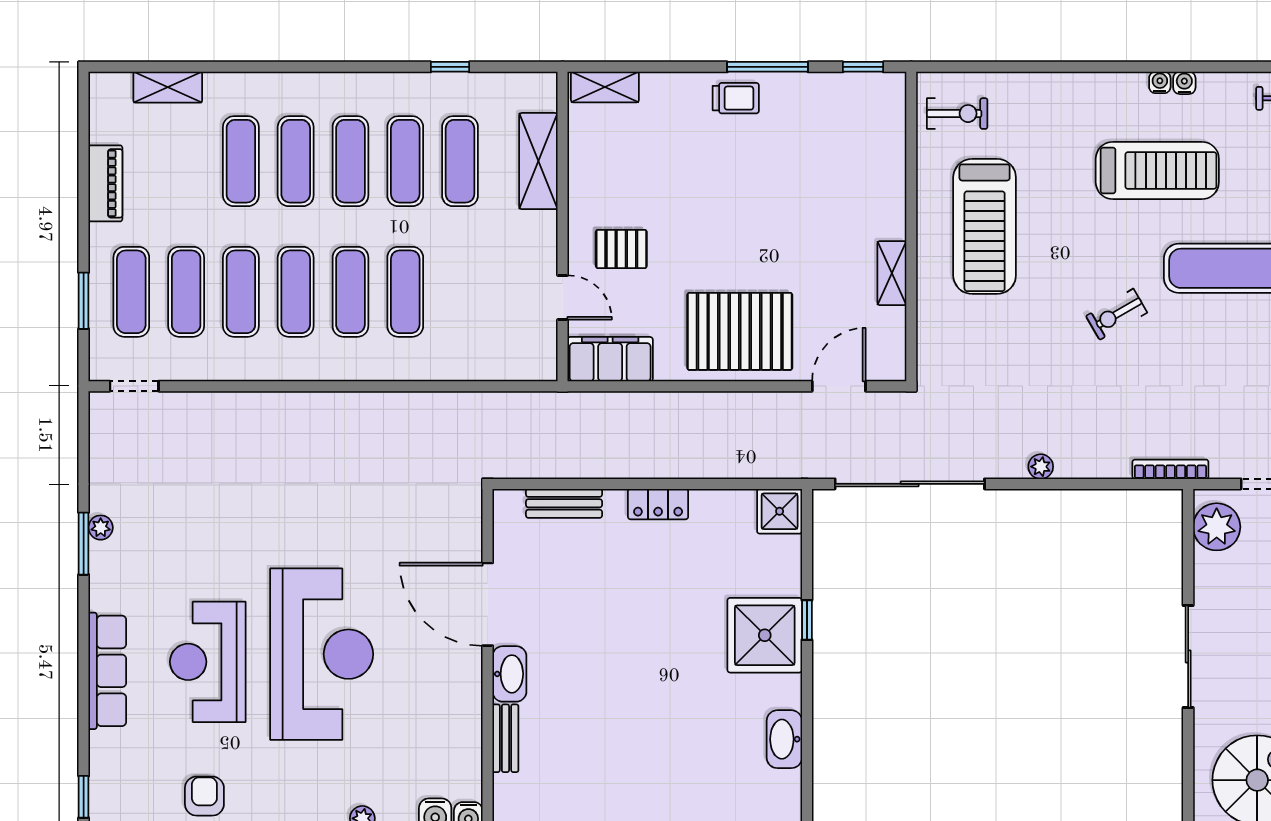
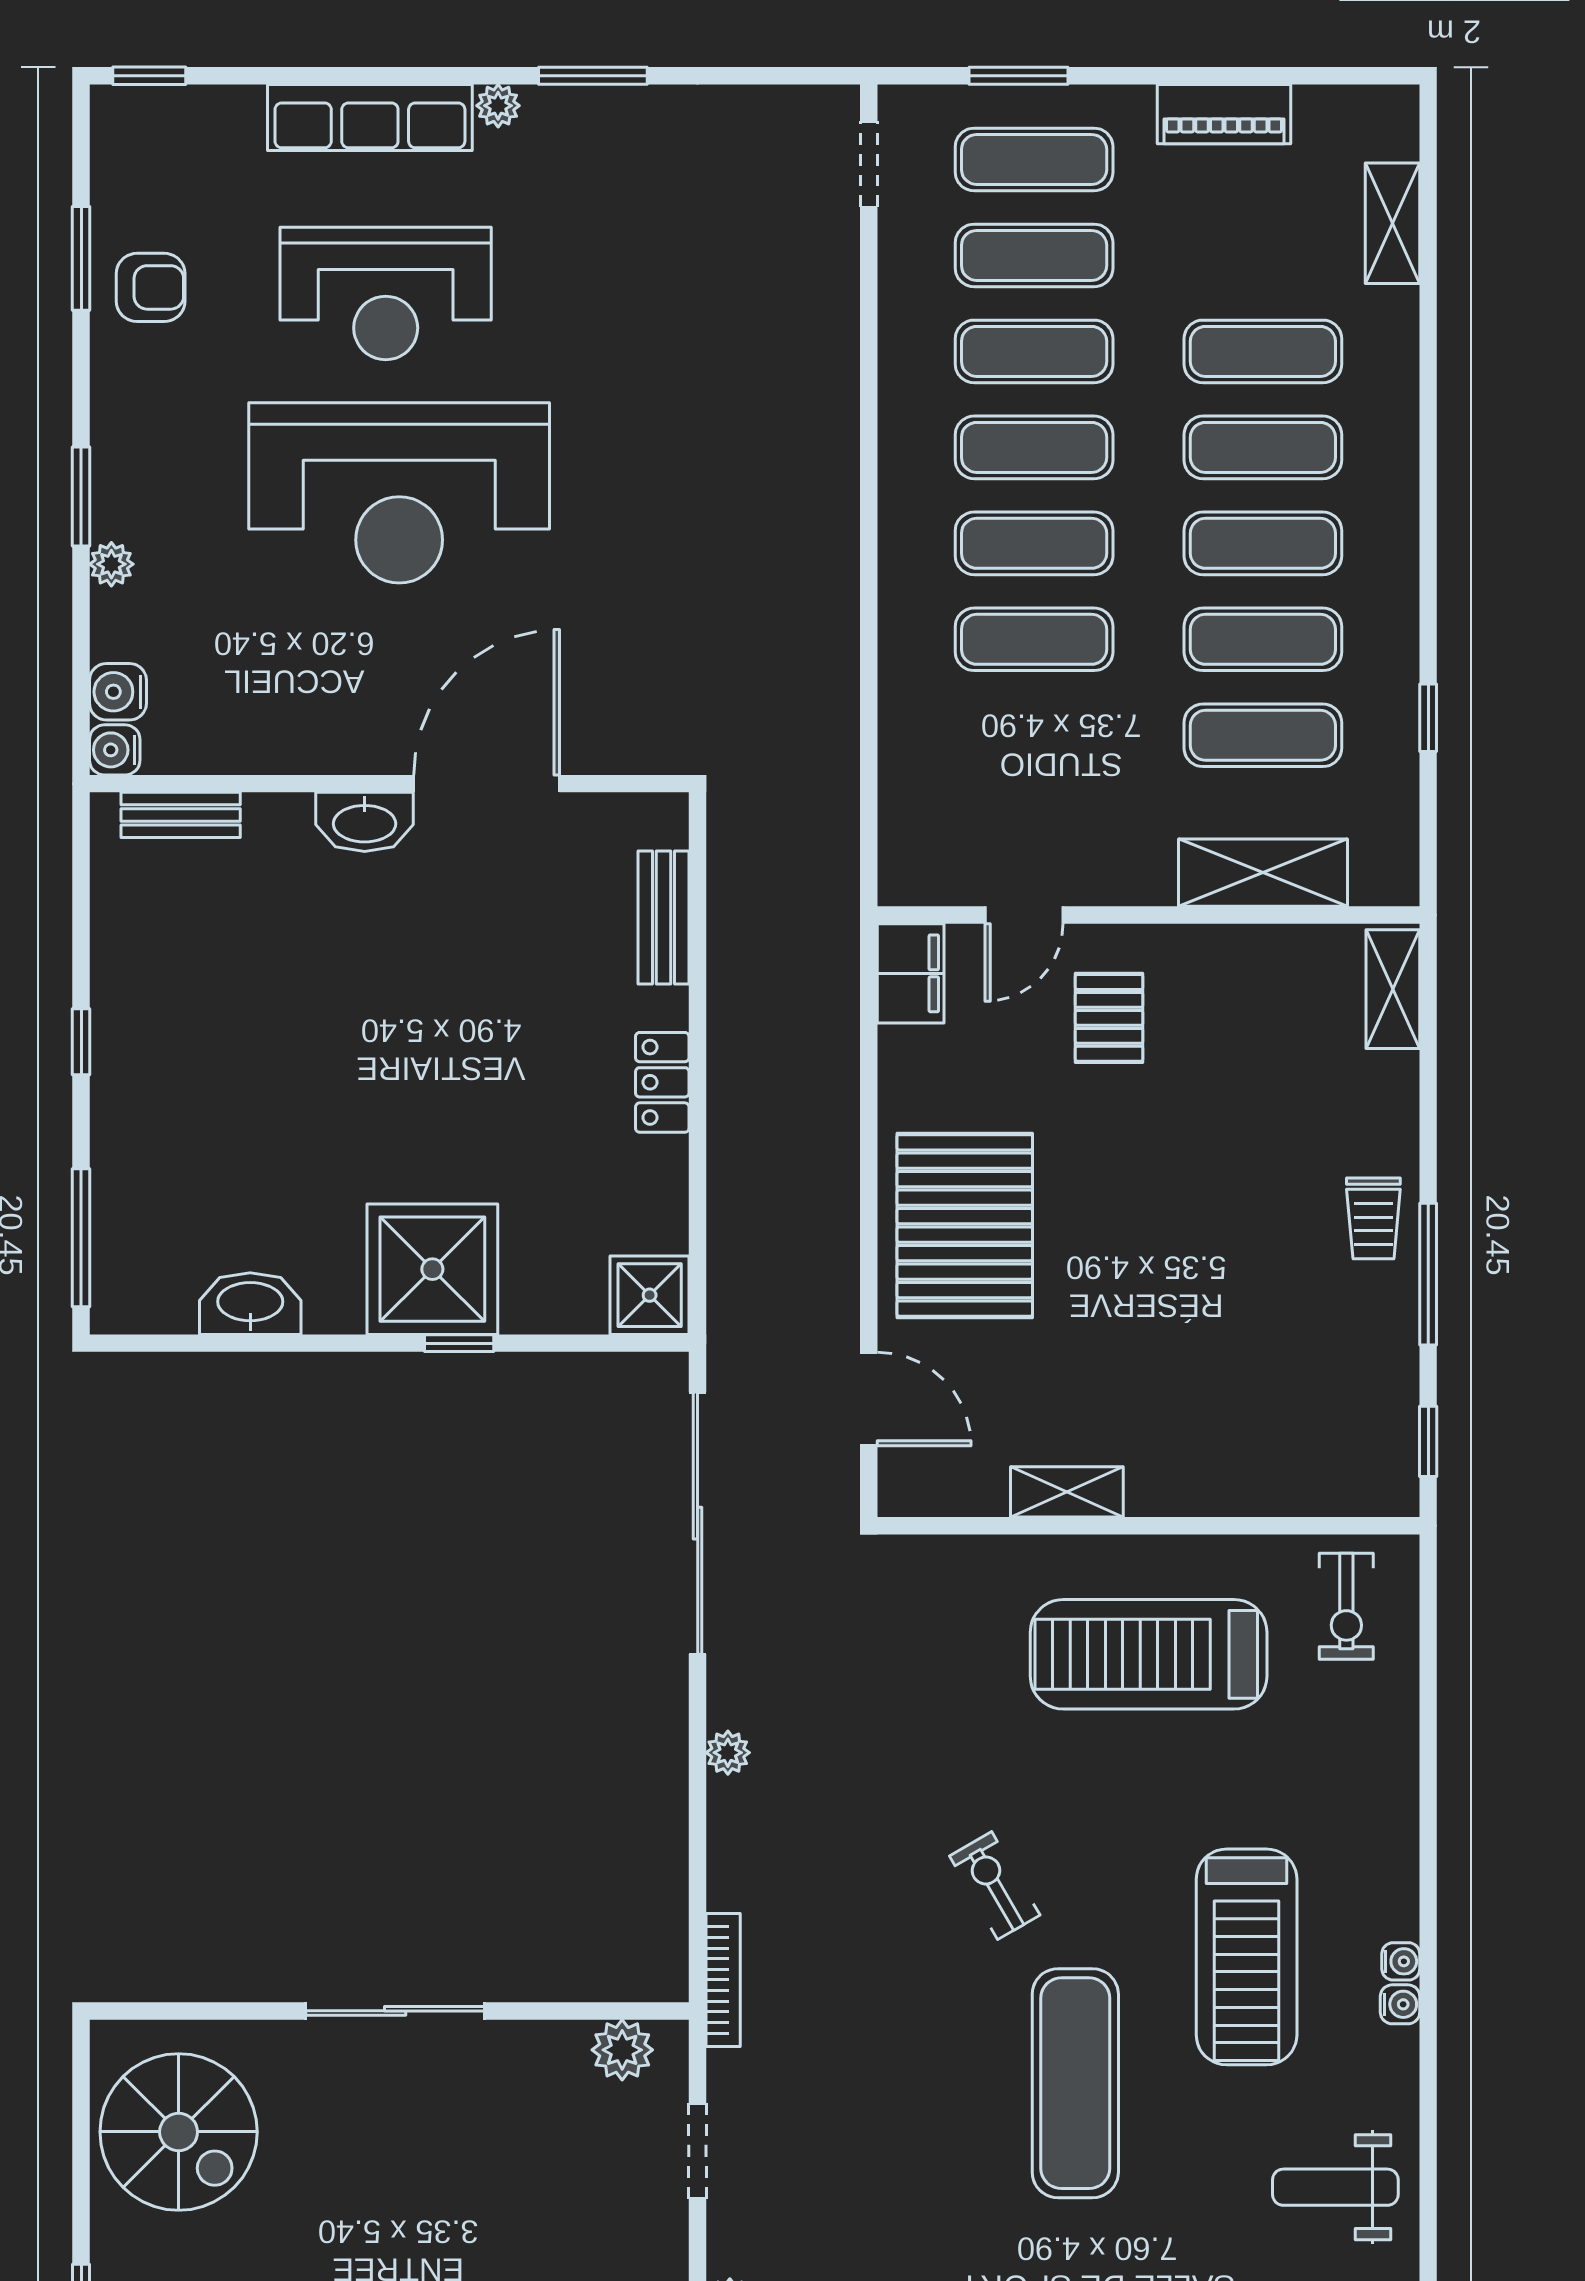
filing cabinet: (610, 359) -> (911, 973), width x0.67, depth x0.86
plant: (1217, 527) -> (622, 2050), width x0.73, depth x0.73
plant: (101, 528) -> (498, 106), moved
reception desk: (208, 662) -> (386, 293), turned 180
bench: (505, 738) -> (181, 815), moved

